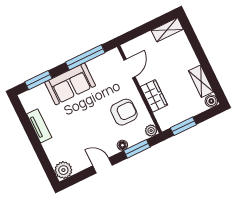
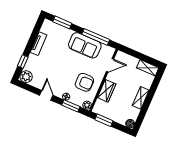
shelving: (201, 81) -> (141, 98), moved
sofa: (70, 84) -> (85, 45), moved
window: (44, 160) -> (23, 61), added

